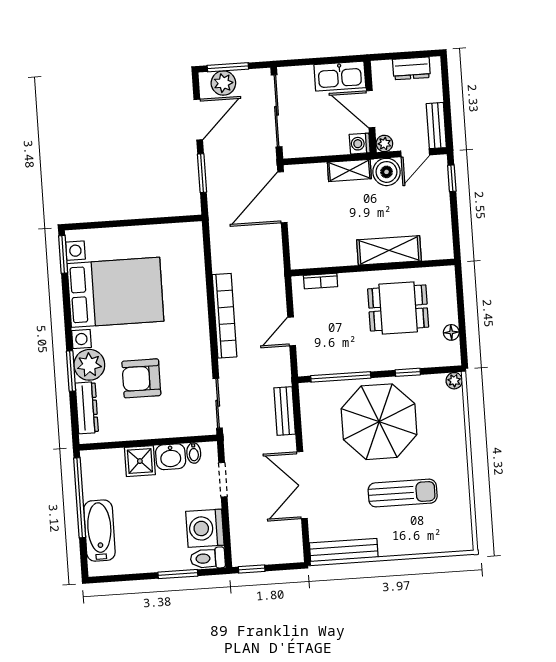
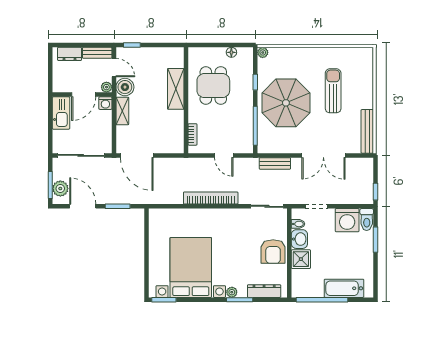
dresser: (411, 68) -> (70, 54), moved, turned 90
plant: (89, 365) -> (232, 292), width x0.53, depth x0.53
armchair: (141, 378) -> (273, 252), moved

